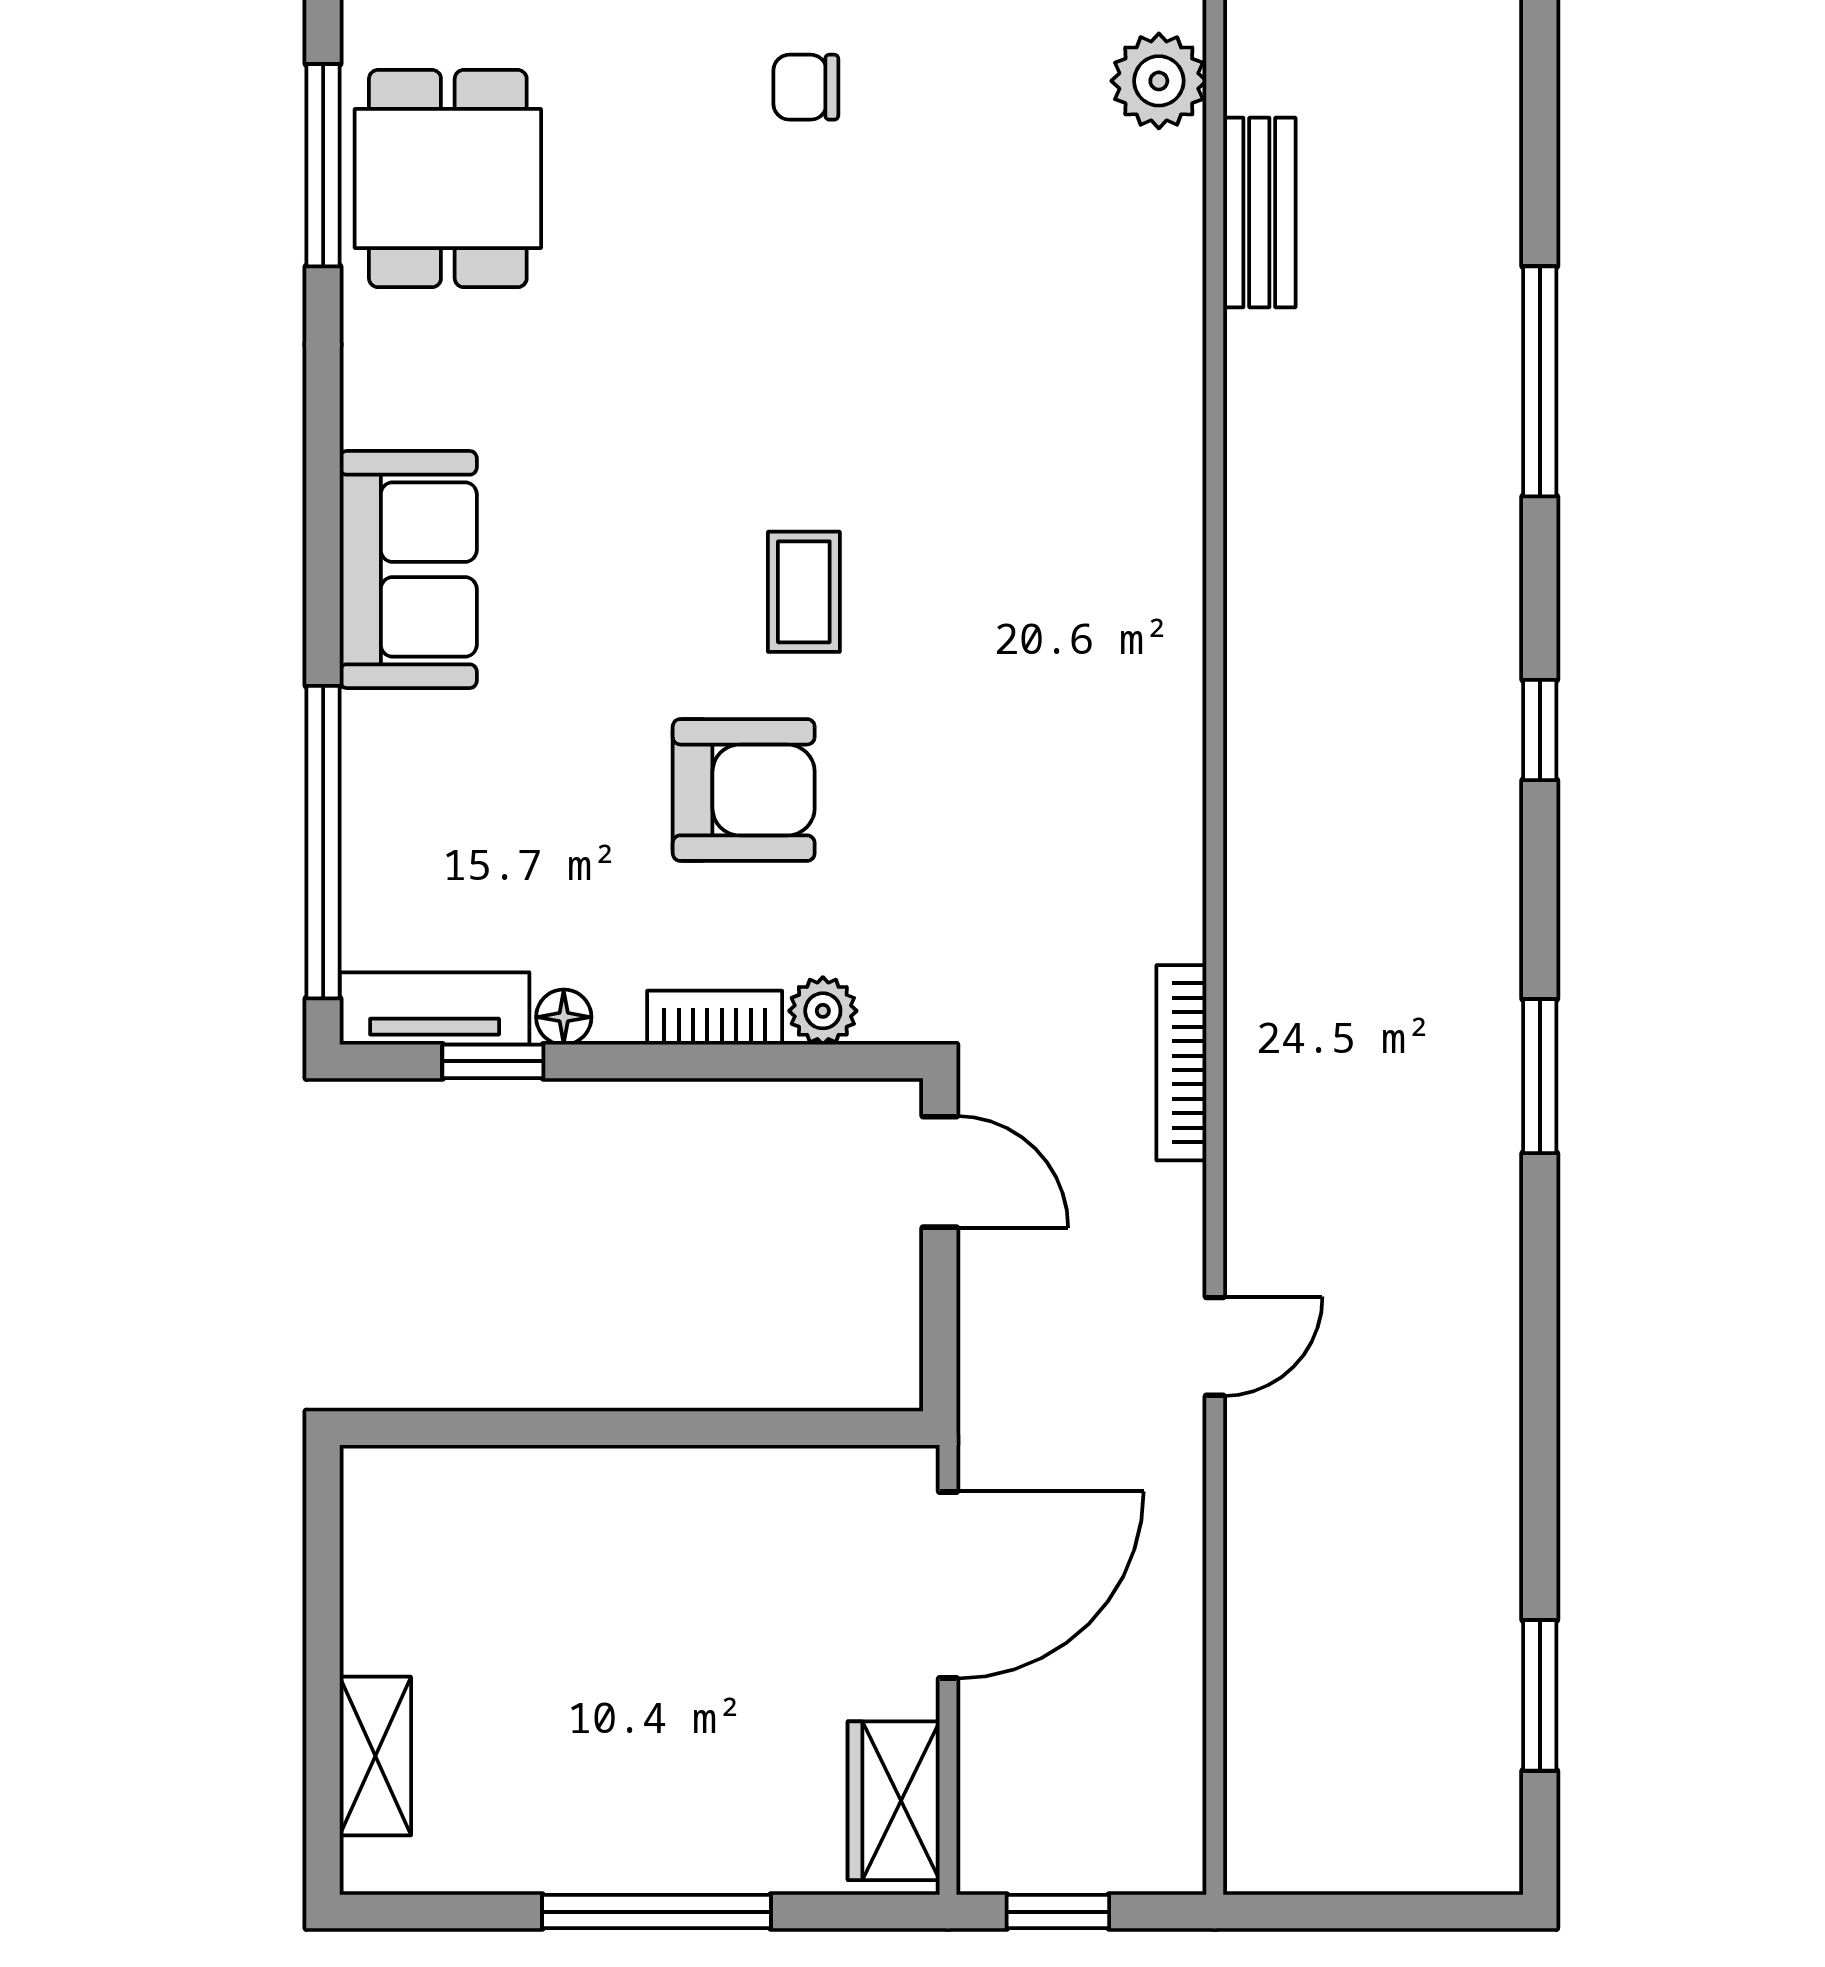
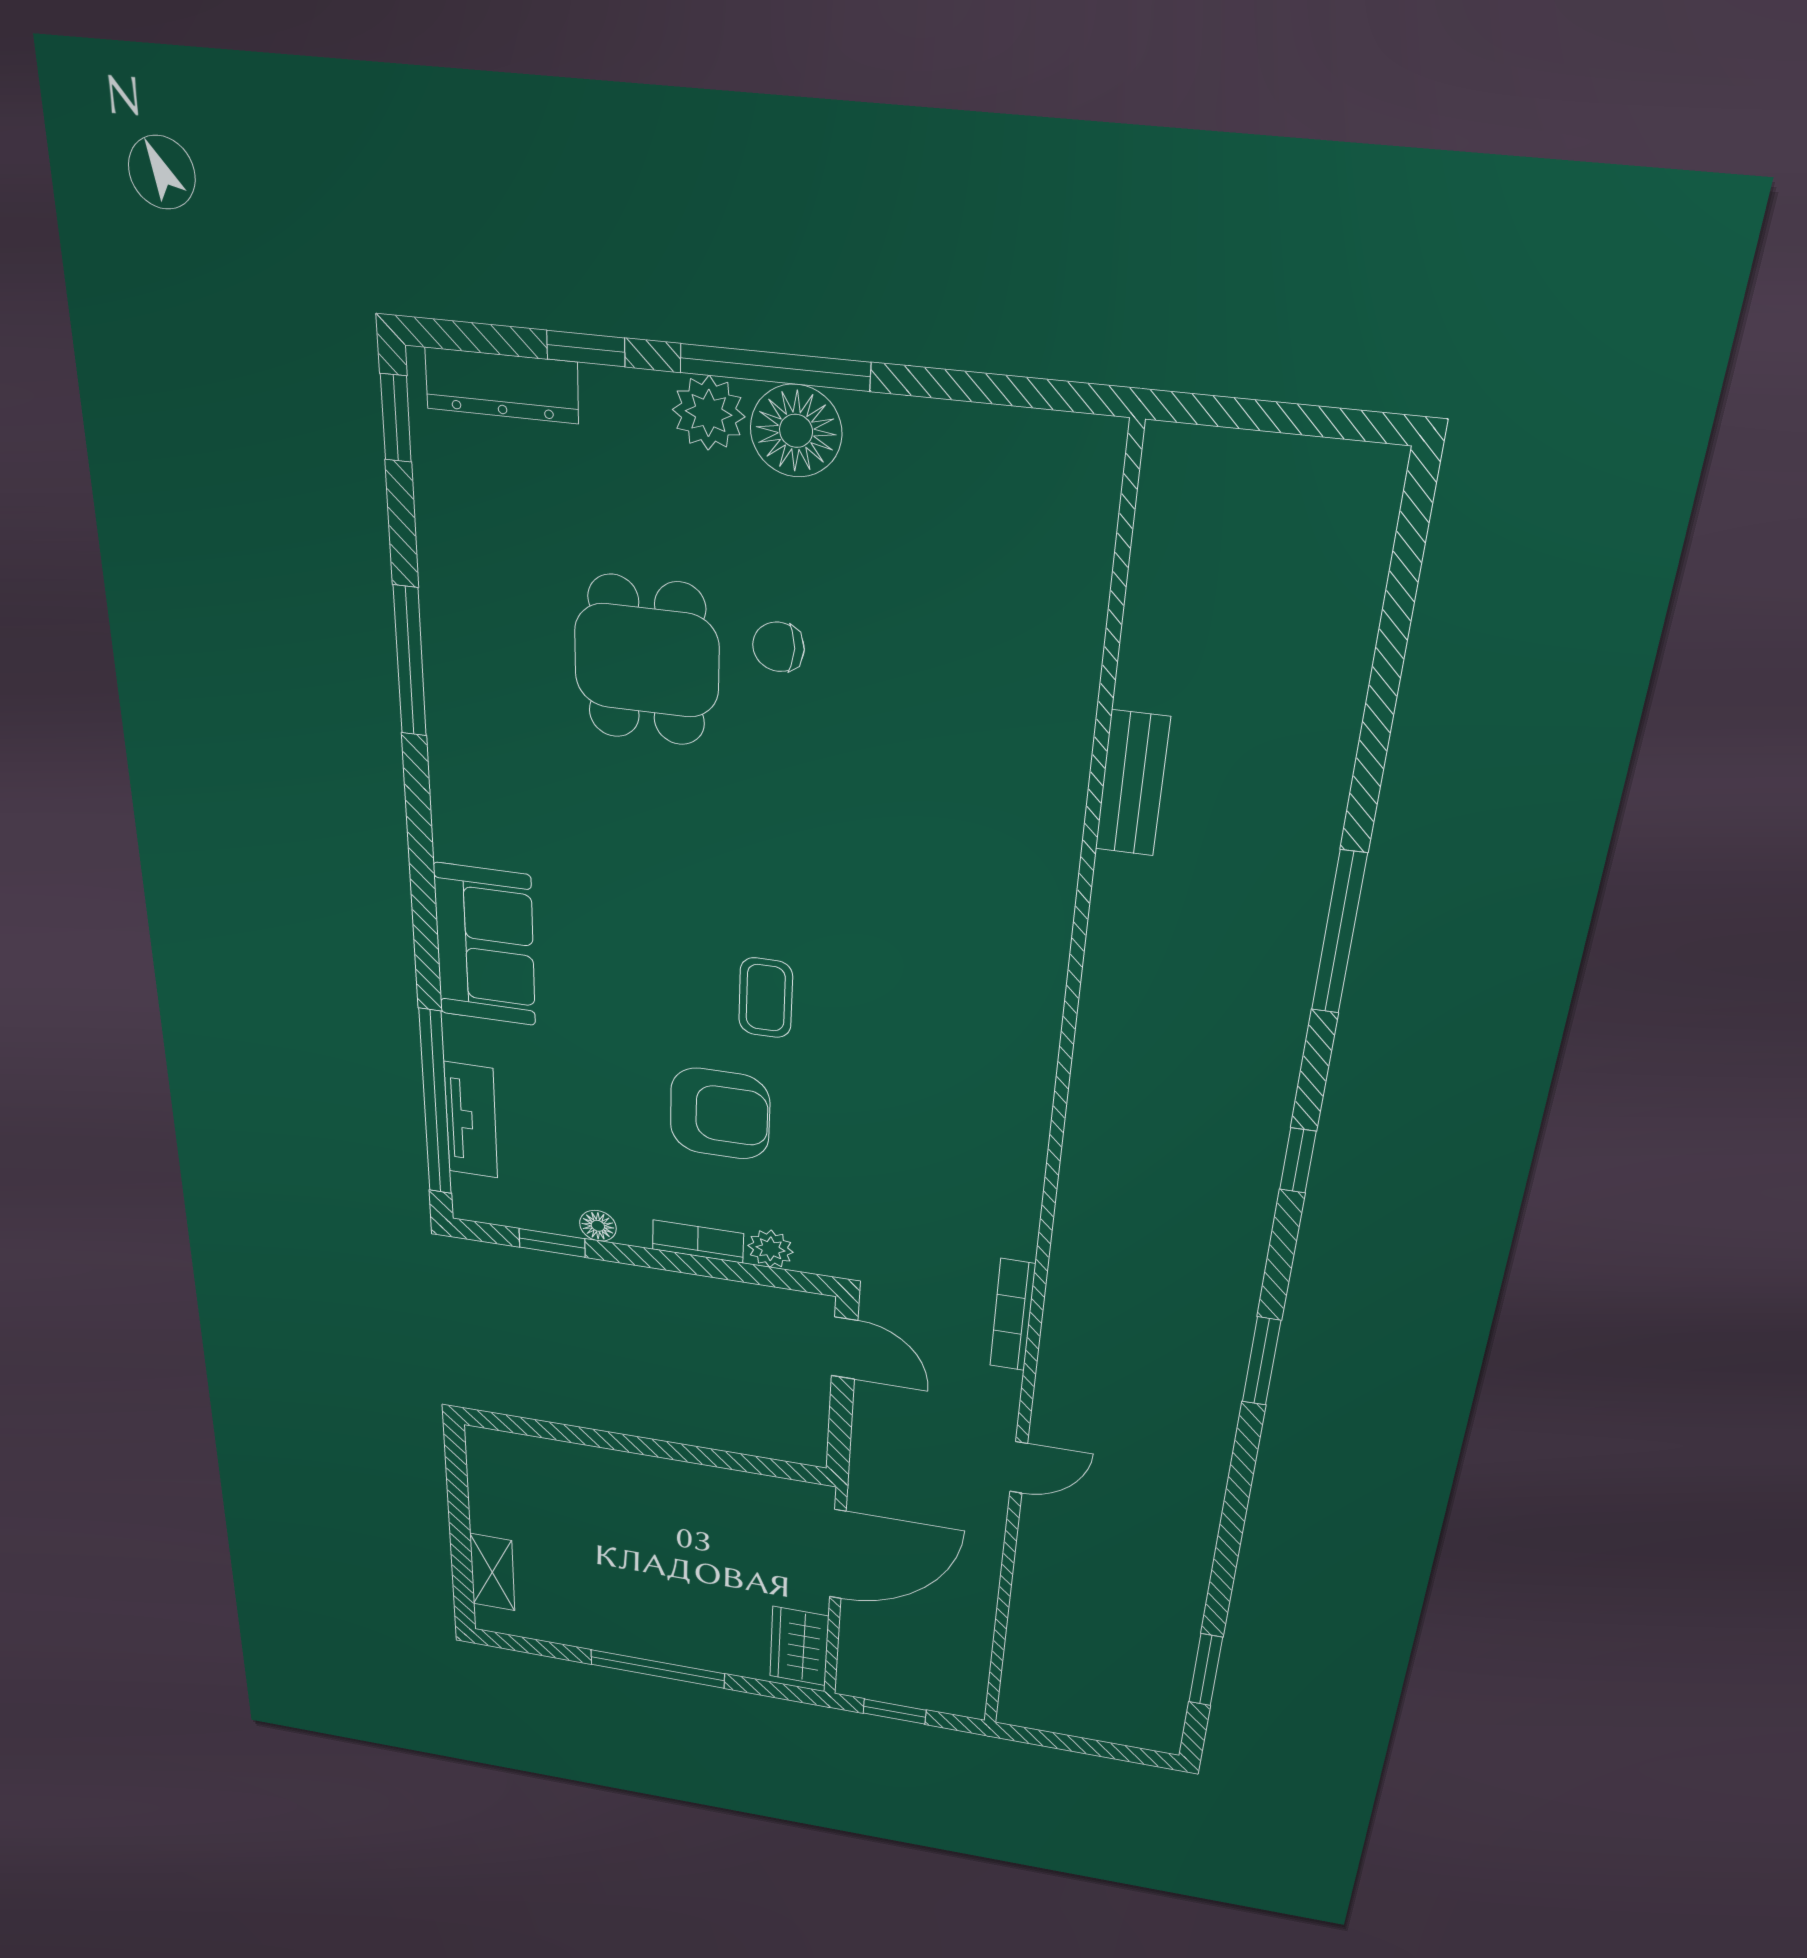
plant: (1159, 81) -> (1062, 675), removed
dining table: (448, 179) -> (647, 661), moved
tv unit: (435, 1009) -> (471, 1120), moved, turned 90

